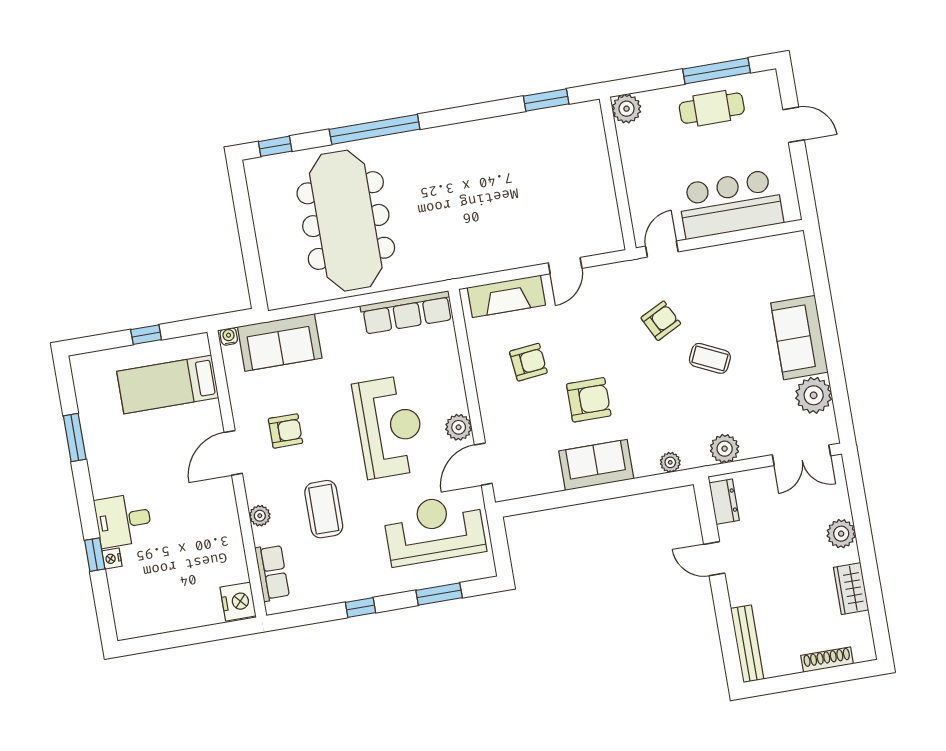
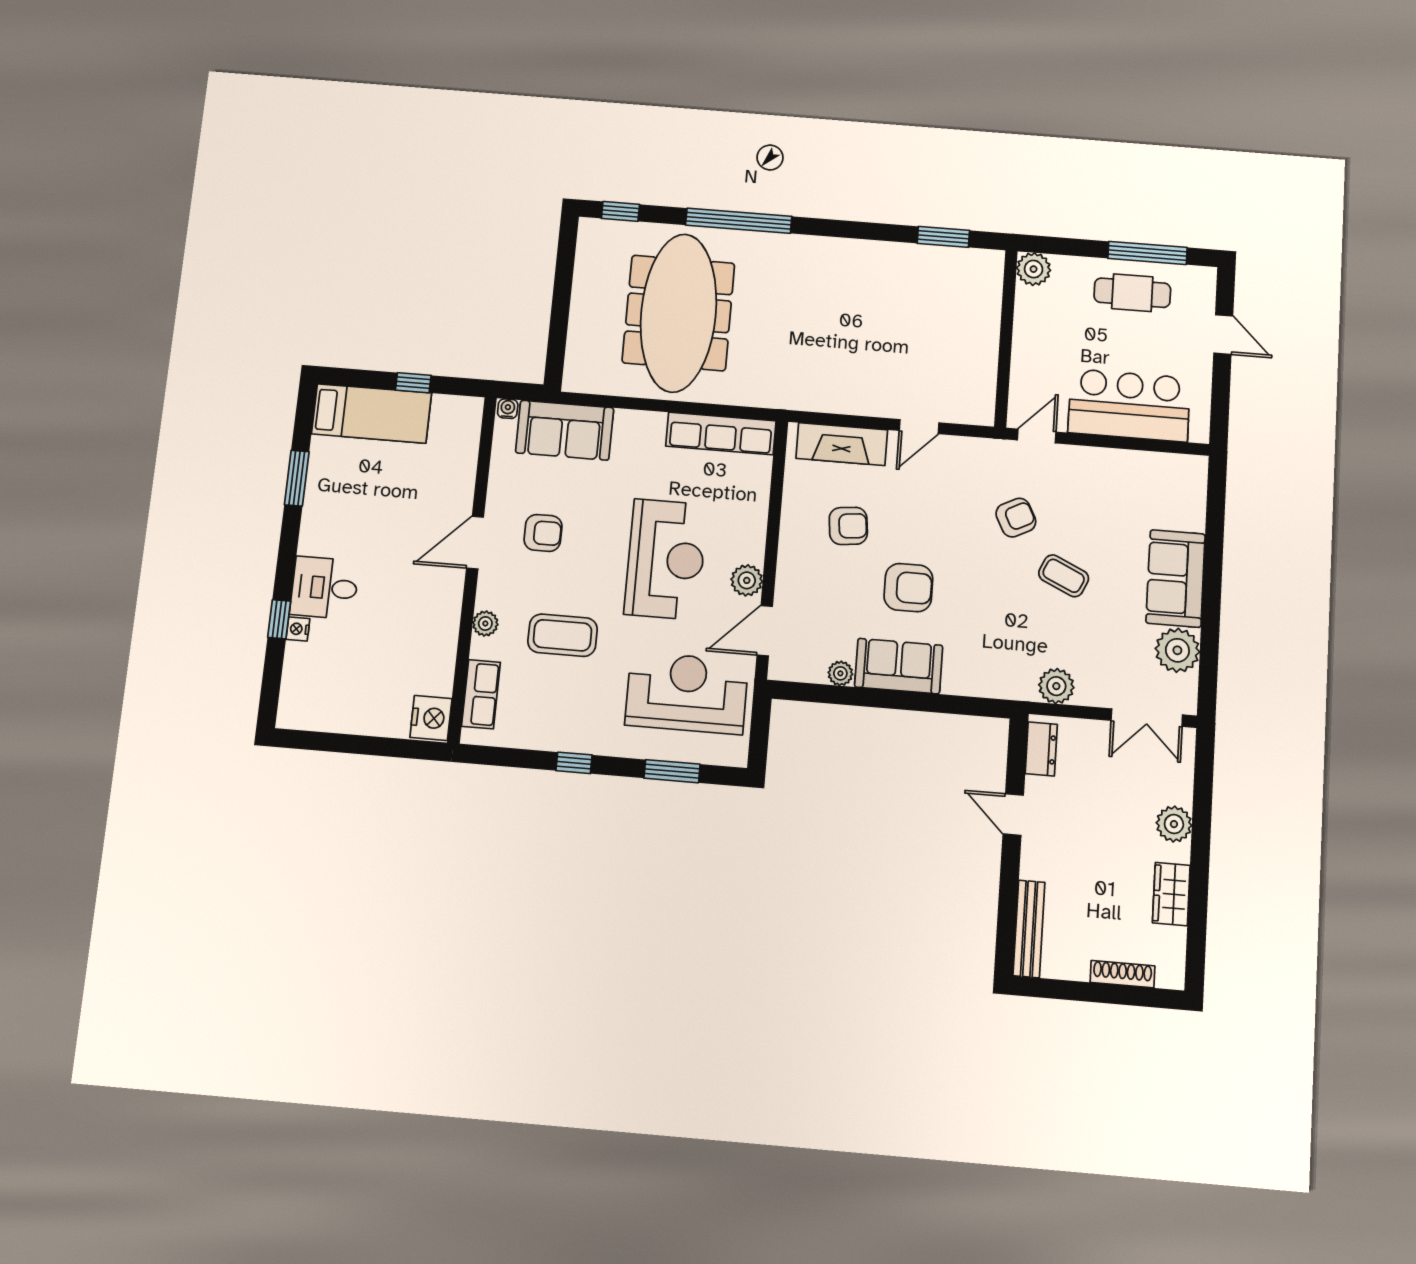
bed: (168, 385) -> (371, 413), moved, turned 180
plant: (670, 462) -> (840, 673), moved
coffee table: (324, 509) -> (563, 635), turned 90

